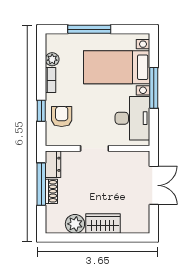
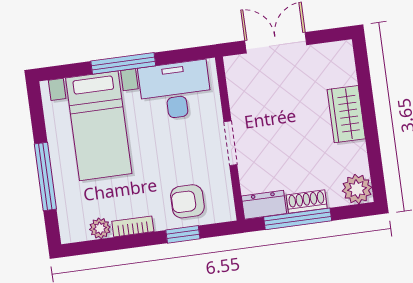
plant: (75, 224) -> (357, 189), moved

